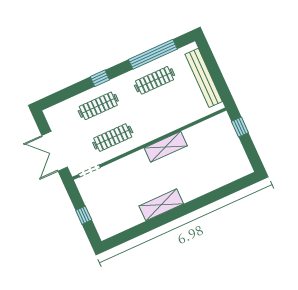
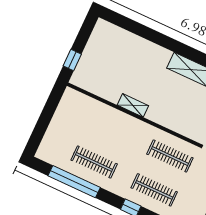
bench: (204, 78) -> (58, 124), removed
shelving: (166, 147) -> (133, 105), width x0.67, depth x0.75

